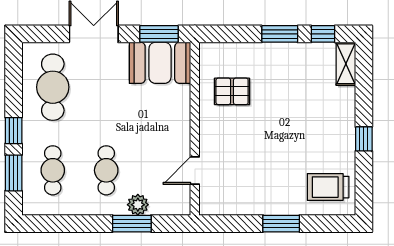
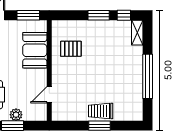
booth: (160, 63) -> (35, 50), moved, turned 90
window: (364, 139) -> (148, 76), width x3.17
trolley: (328, 187) -> (101, 111), moved

